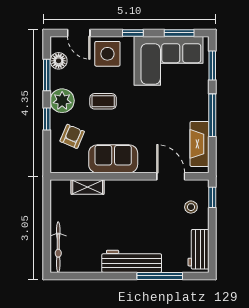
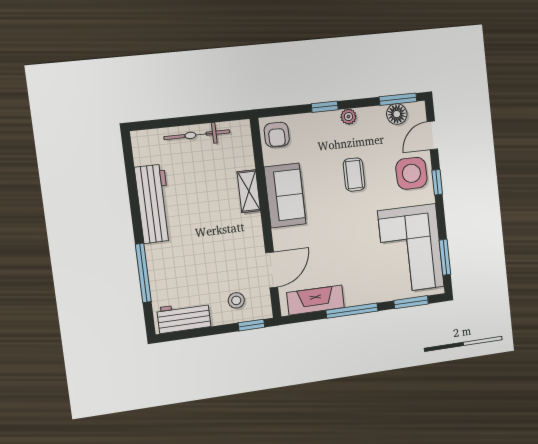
window: (133, 33) -> (437, 182), moved
window: (47, 75) -> (398, 99), moved
plant: (62, 101) -> (349, 117), width x0.53, depth x0.53
armchair: (72, 136) -> (277, 135), moved, turned 67
shelving: (88, 187) -> (249, 191), moved
bicycle: (58, 247) -> (197, 135), moved
workbench: (132, 261) -> (154, 204), moved

